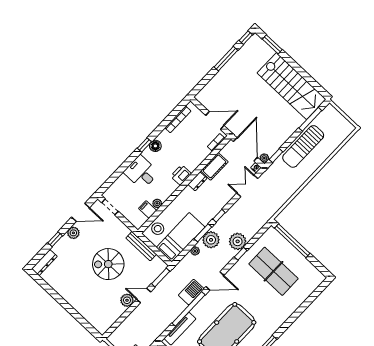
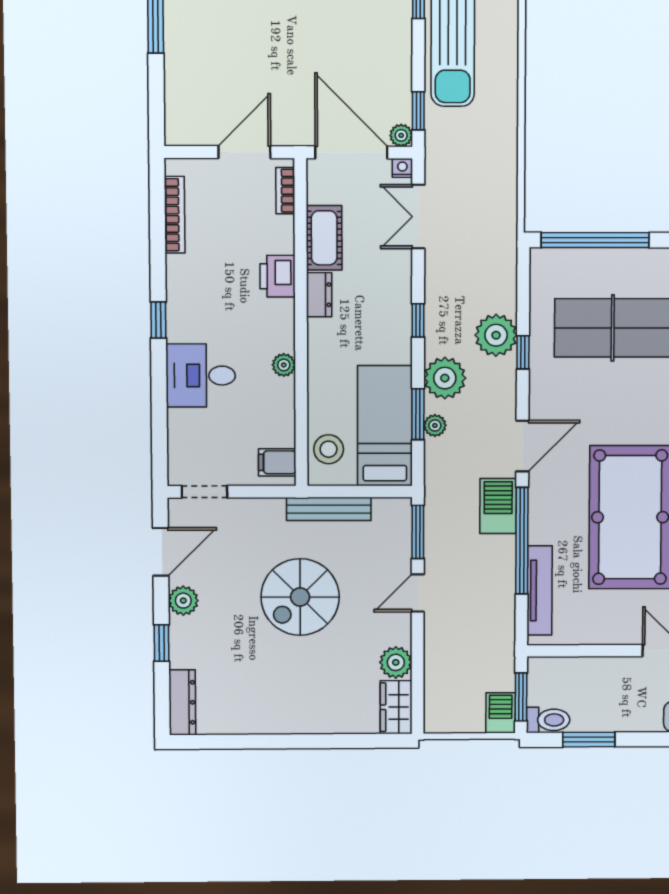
floor lamp: (155, 146) -> (180, 303), removed
printer: (181, 175) -> (278, 276), moved
plant: (157, 203) -> (284, 365), moved
filing cabinet: (148, 209) -> (277, 462), moved
window: (203, 233) -> (418, 414), moved
plant: (127, 300) -> (396, 662), moved
wardrobe: (105, 323) -> (396, 707), added

